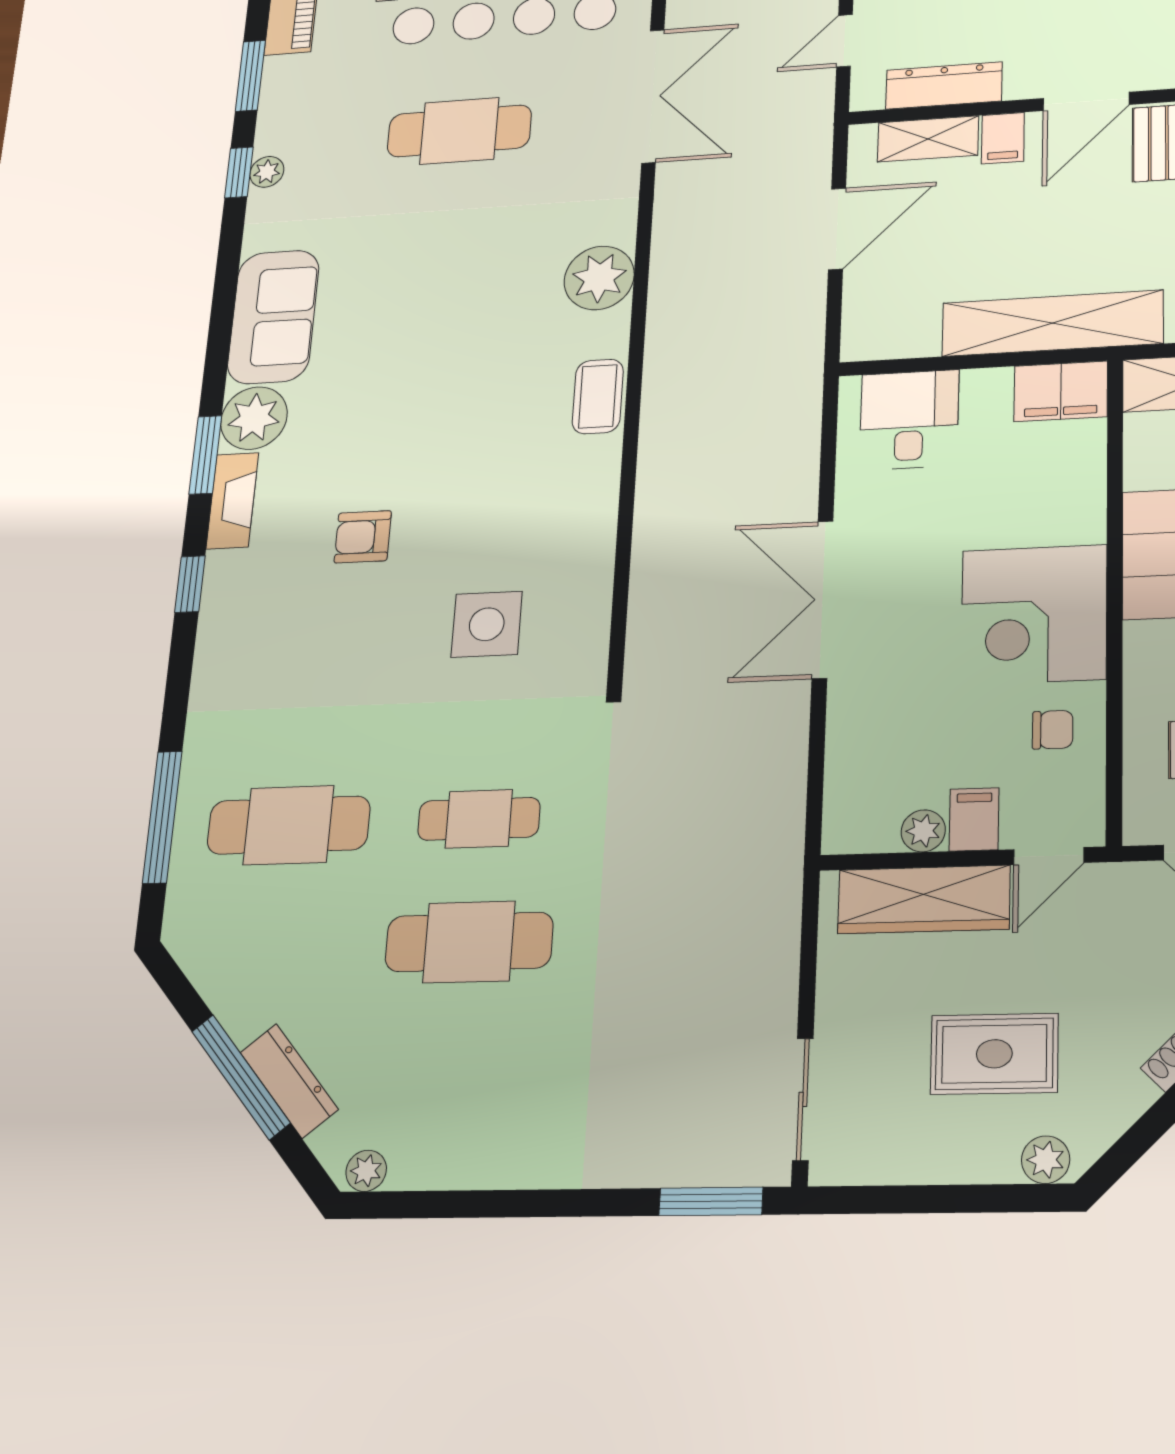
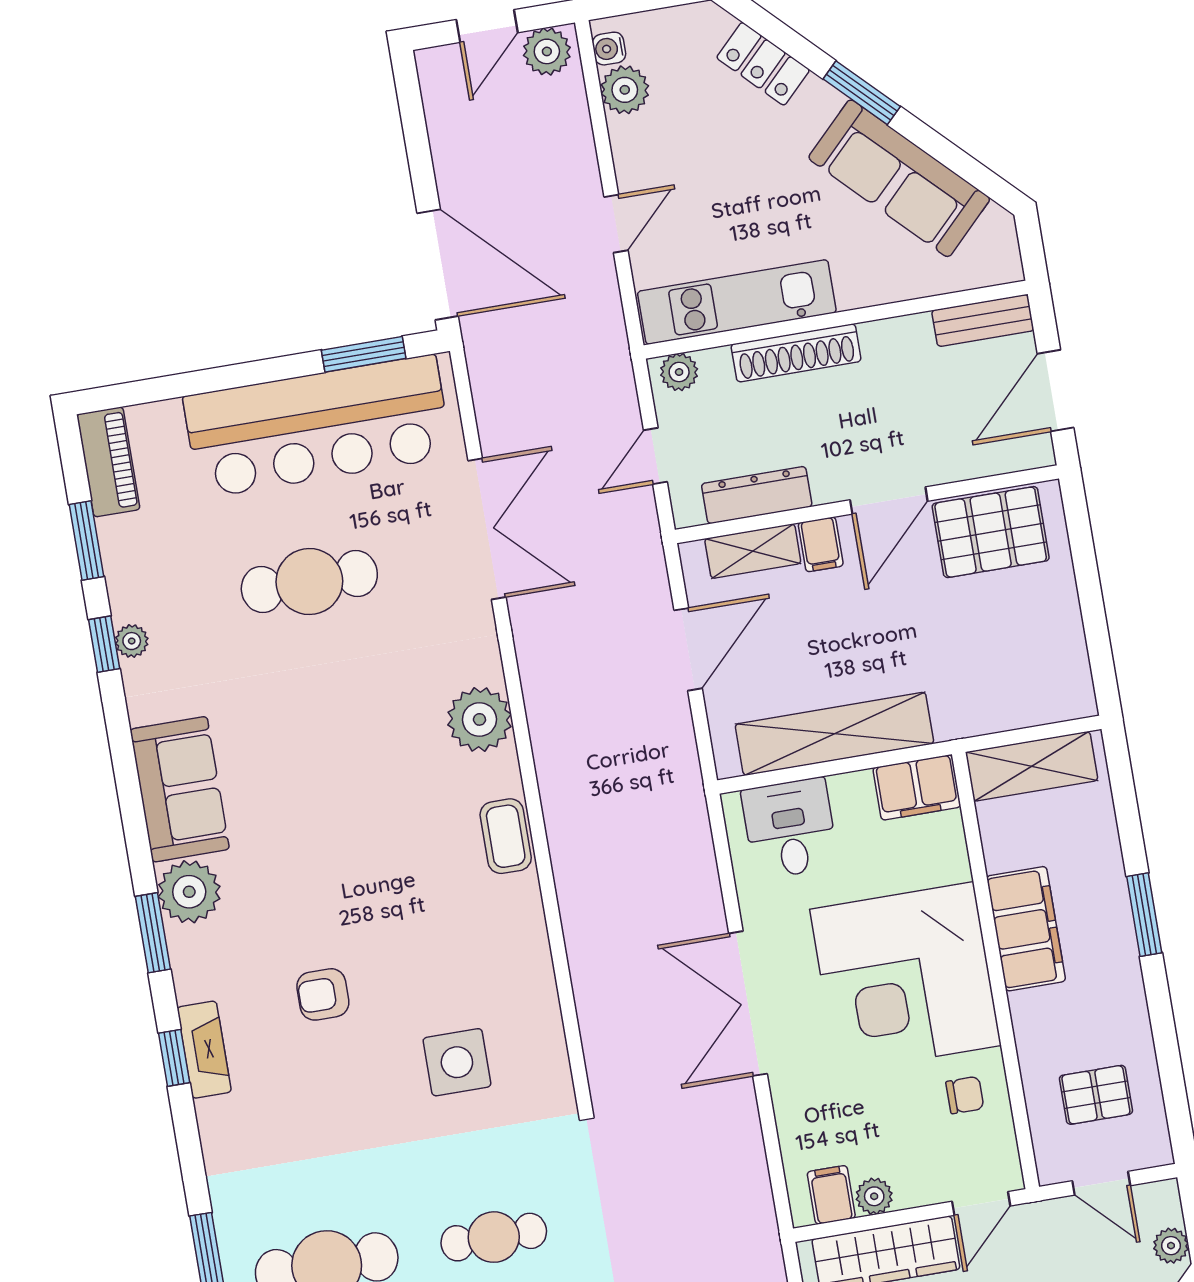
shelving: (1052, 323) -> (834, 734), moved
fireplace: (232, 501) -> (204, 1050), moved
corner desk: (1034, 615) -> (905, 977), width x1.36, depth x1.36
filing cabinet: (974, 819) -> (831, 1195), moved

